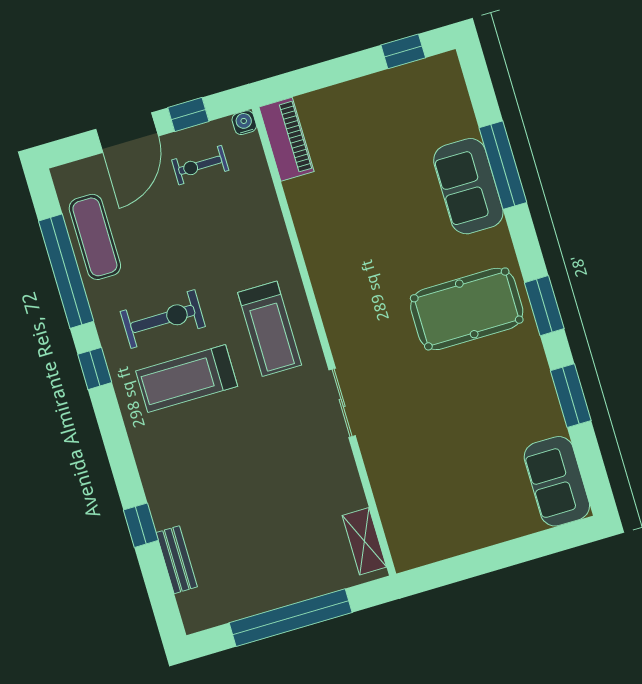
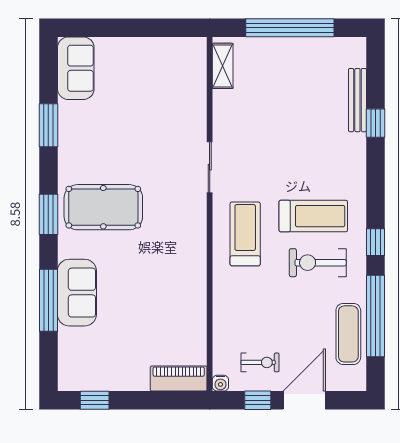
piano: (287, 139) -> (179, 378), moved, turned 90
window: (544, 306) -> (48, 214), moved
bench: (177, 560) -> (357, 100), width x1.36

